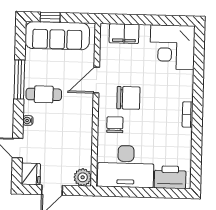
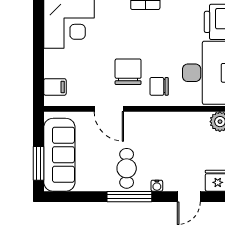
window: (50, 17) -> (39, 163), width x1.50
filing cabinet: (124, 34) -> (55, 87), width x0.50
window: (19, 79) -> (129, 197), moved

